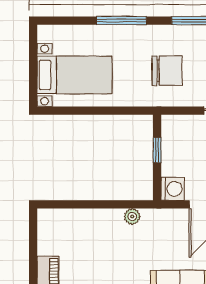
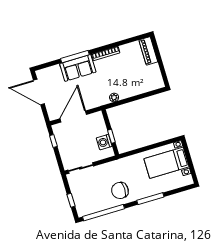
chair: (167, 71) -> (120, 190), moved
washing machine: (173, 189) -> (104, 142), moved

